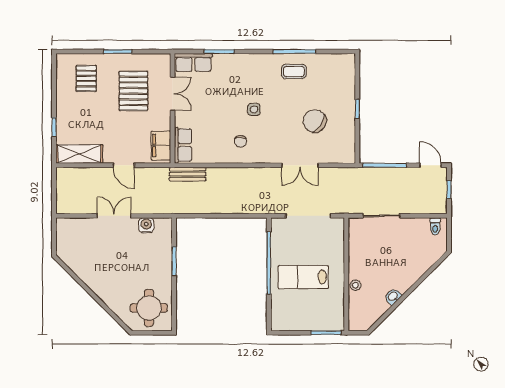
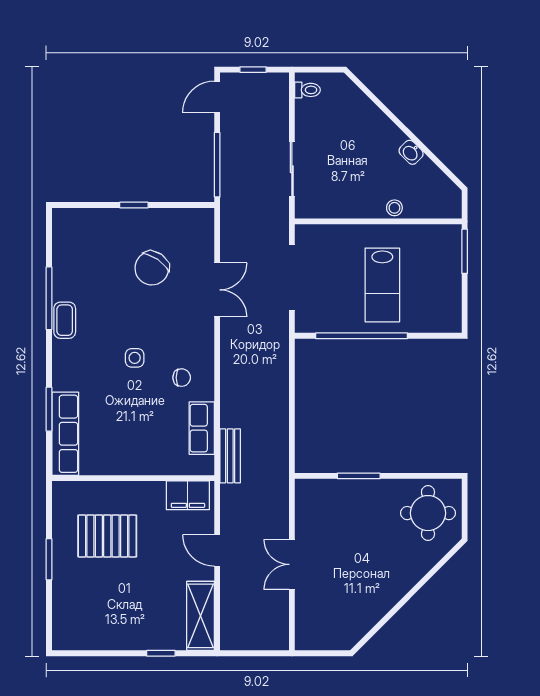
row of seats: (193, 63) -> (65, 434), width x1.48
coffee table: (294, 71) -> (65, 320), moved
pallet: (86, 78) -> (89, 606), removed
double door: (173, 94) -> (111, 478), removed
row of seats: (183, 145) -> (202, 428), moved, turned -90
door: (124, 165) -> (217, 550), swing flipped
water cooler: (146, 225) -> (306, 517), removed

